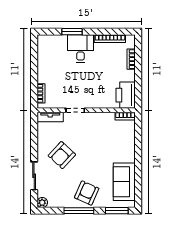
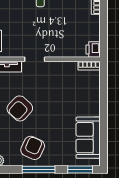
printer: (126, 95) -> (93, 49), width x0.53, depth x0.68
armchair: (87, 193) -> (33, 148), moved

